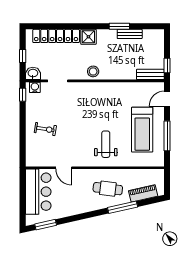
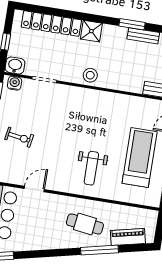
treadmill: (142, 130) -> (140, 157), turned 180
weight bench: (106, 144) -> (91, 168), turned 180
door: (64, 168) -> (34, 189), swing flipped

